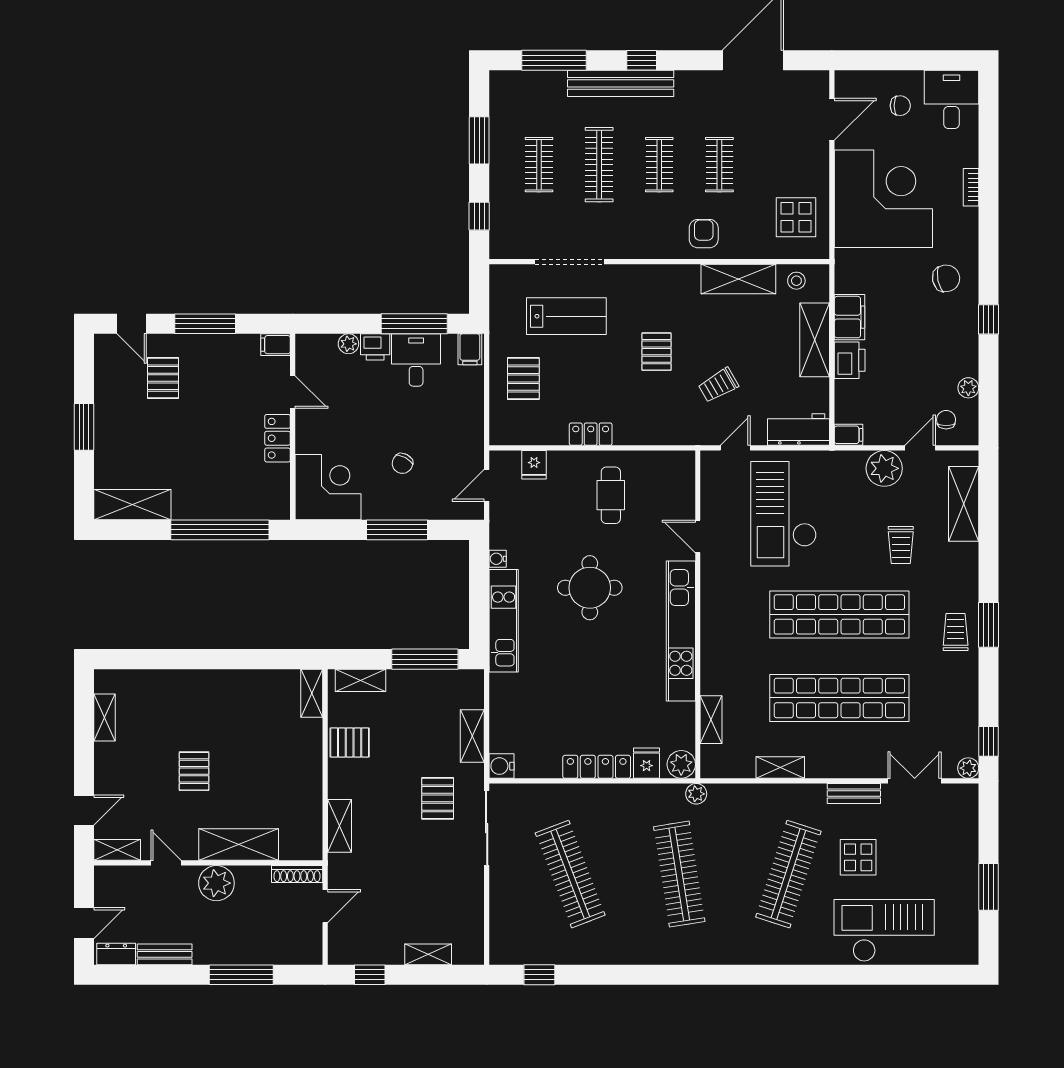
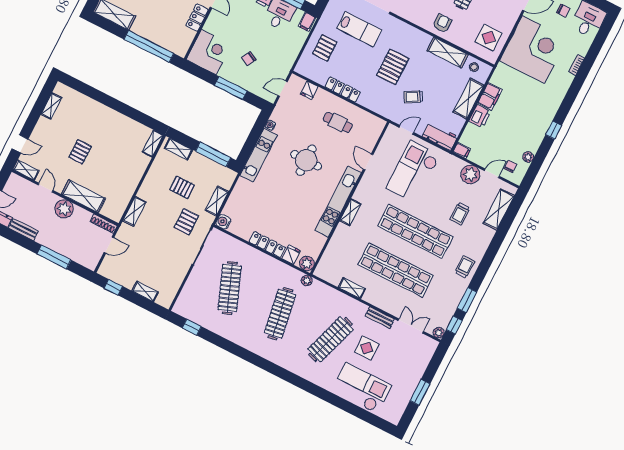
chair: (946, 278) -> (544, 101), removed
pallet: (656, 352) -> (393, 67), width x1.50, depth x1.42
locker: (591, 434) -> (343, 89), width x1.53
cafe table: (611, 495) -> (338, 122), turned 90
window: (988, 625) -> (467, 300), moved
shelving: (711, 720) -> (350, 212), moved
pallet: (350, 742) -> (182, 187), moved

